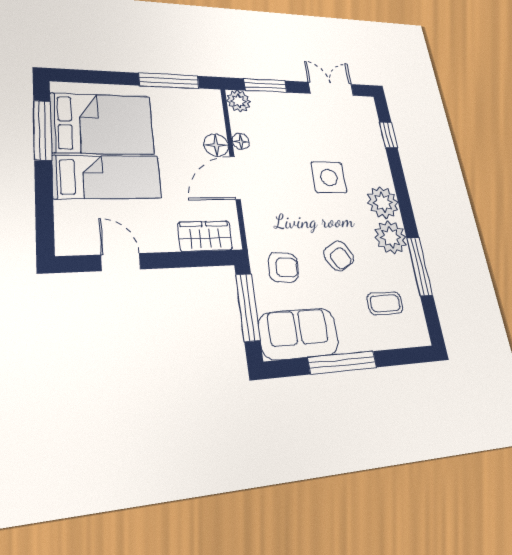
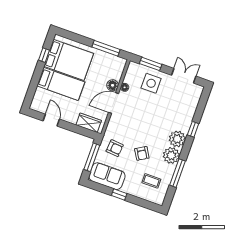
plant: (239, 101) -> (133, 68), removed
window: (42, 130) -> (44, 55), width x0.46
window: (388, 135) -> (193, 129), moved
side table: (329, 177) -> (151, 83), moved
window: (342, 362) -> (119, 195), width x0.46

